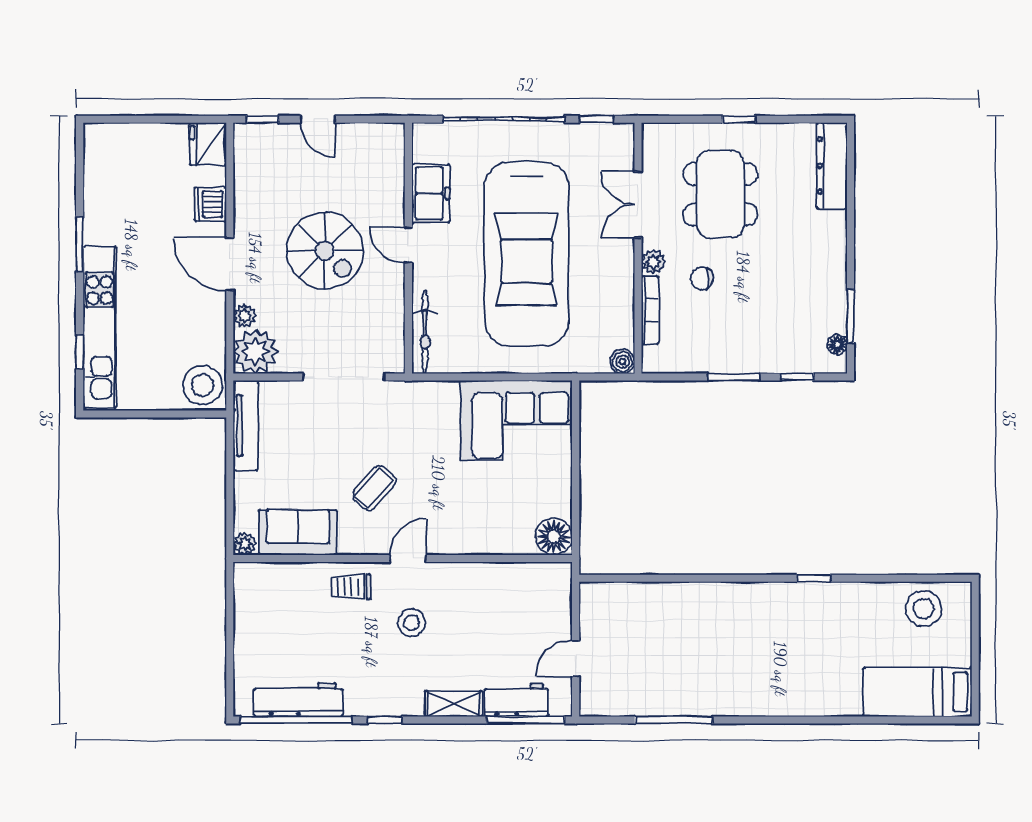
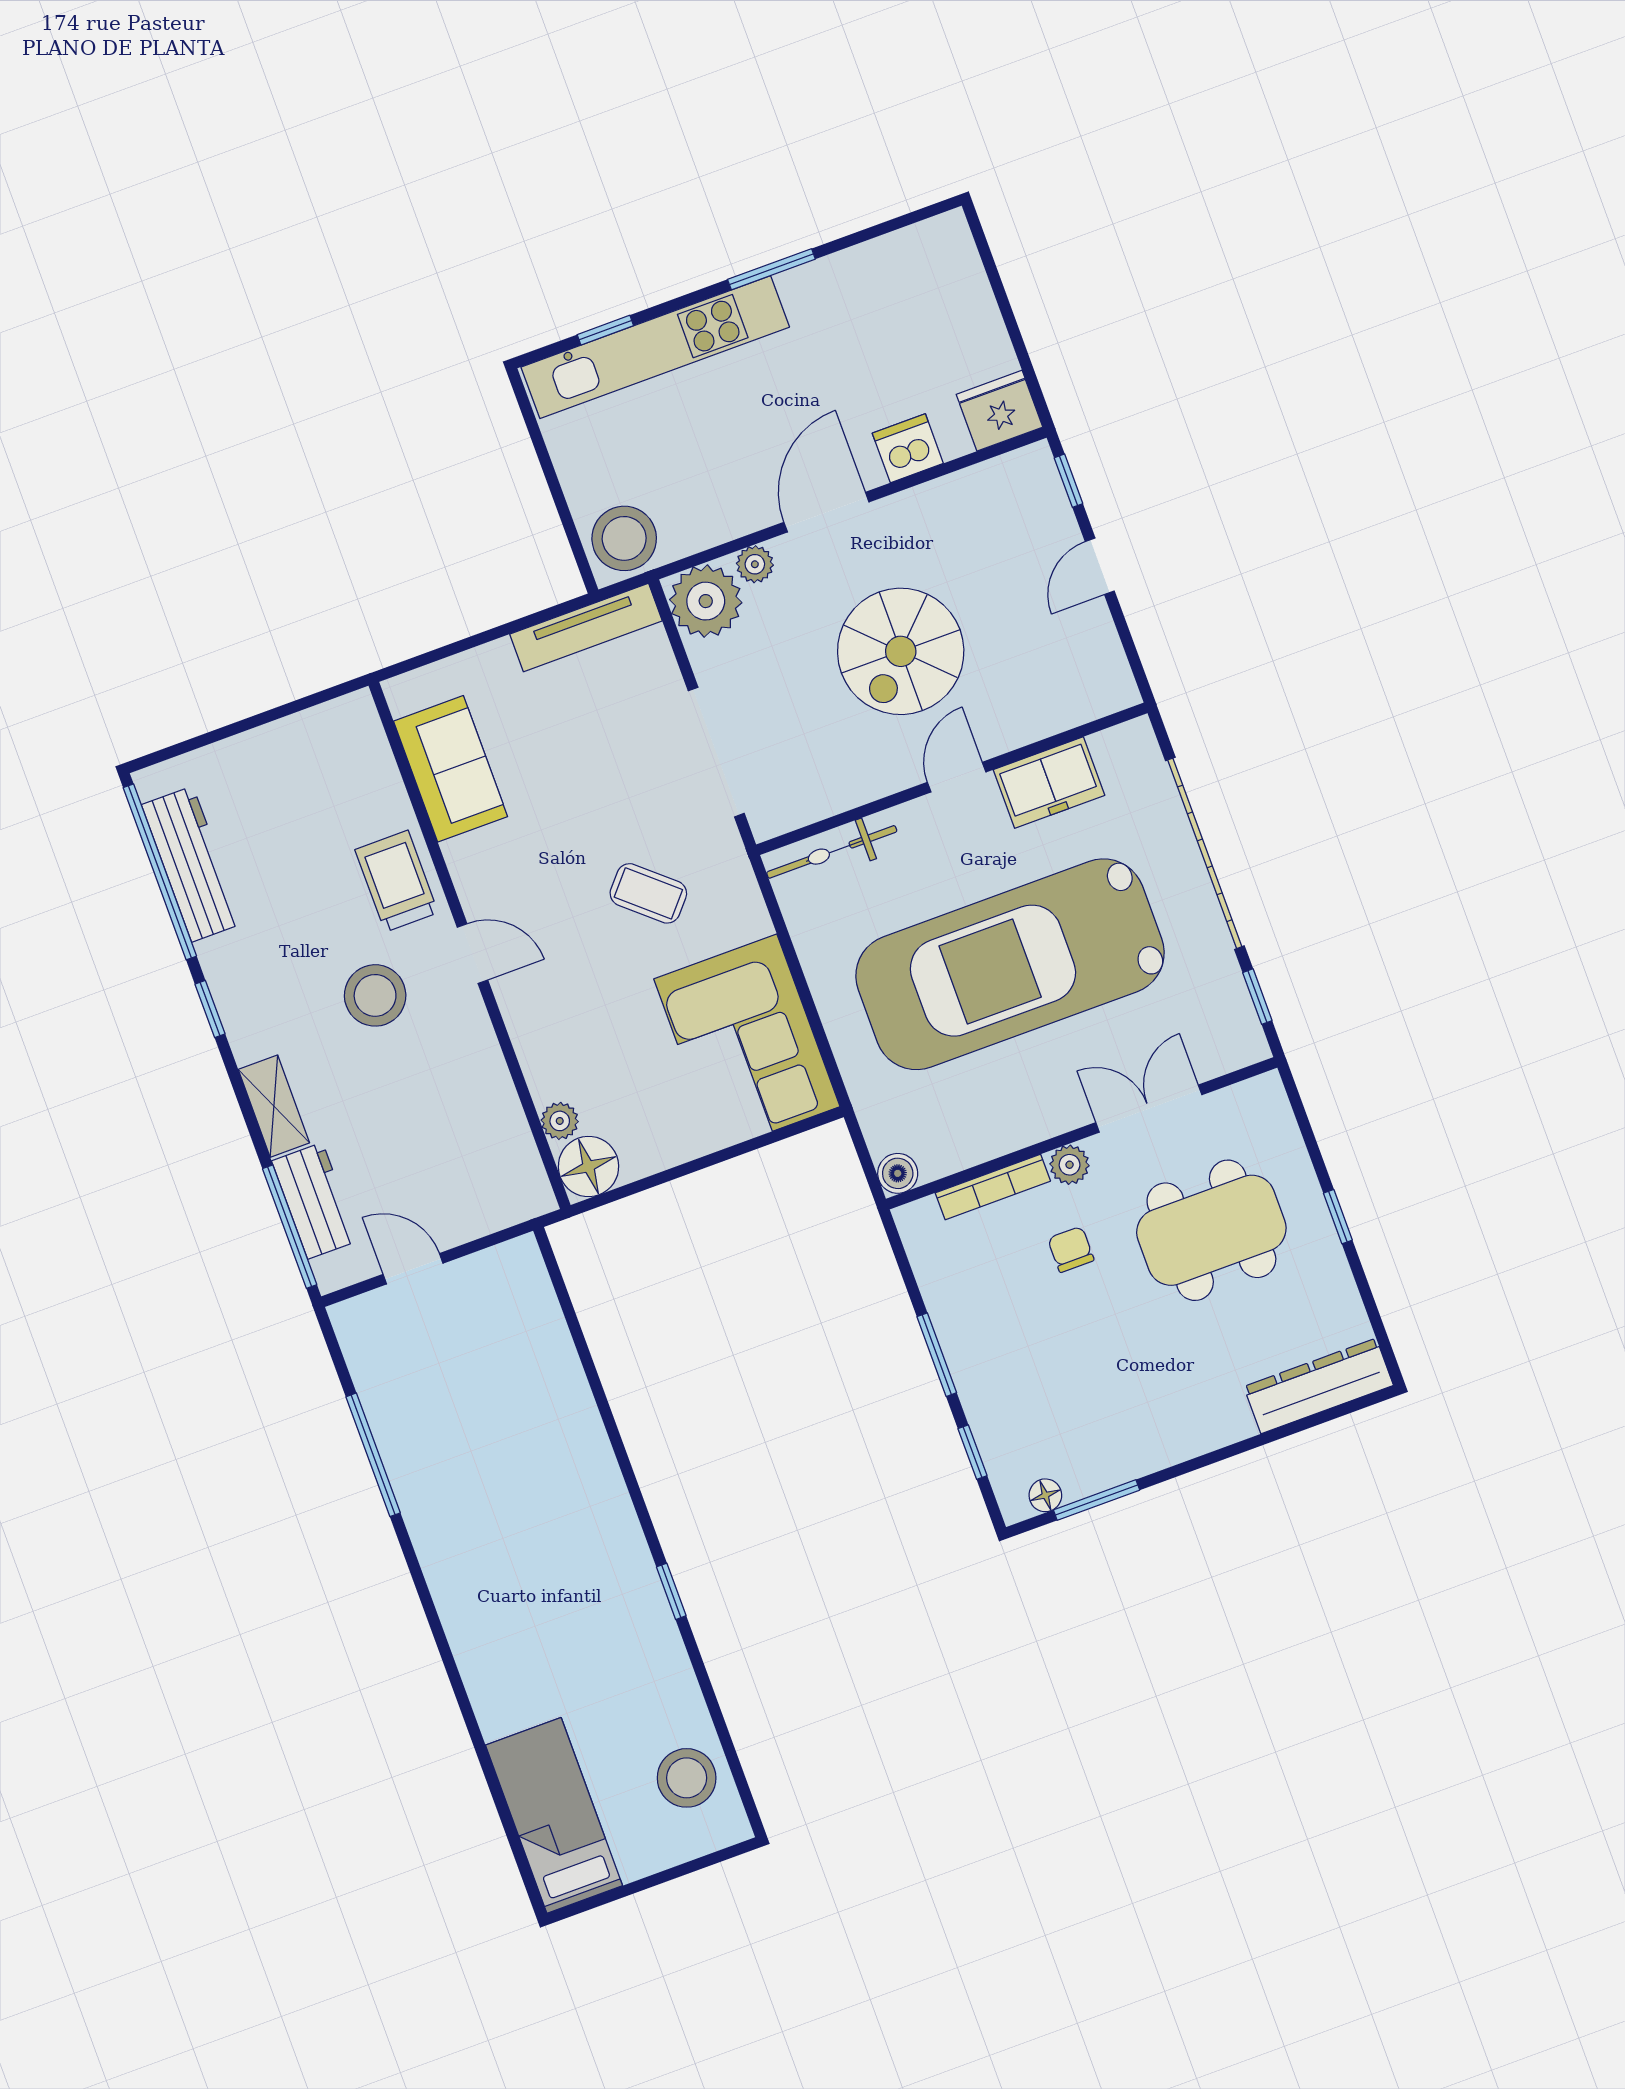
coffee table: (374, 488) -> (648, 893), moved
plant: (245, 544) -> (560, 1121), moved
trolley: (351, 587) -> (397, 881), width x1.36, depth x1.39
stool: (412, 623) -> (375, 995), width x1.38, depth x1.38

